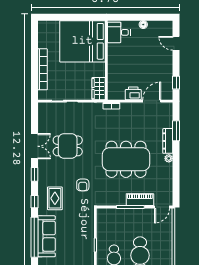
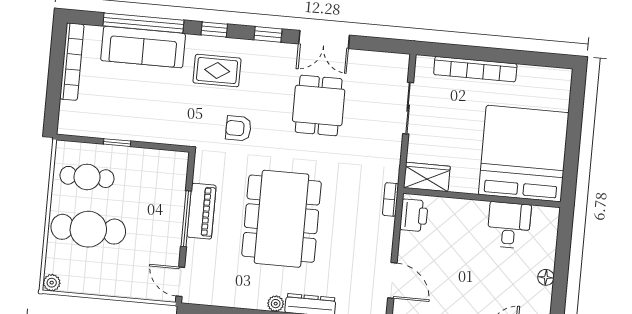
desk: (119, 32) -> (509, 225), moved
printer: (133, 93) -> (414, 215), moved
piano: (140, 200) -> (202, 211), moved

